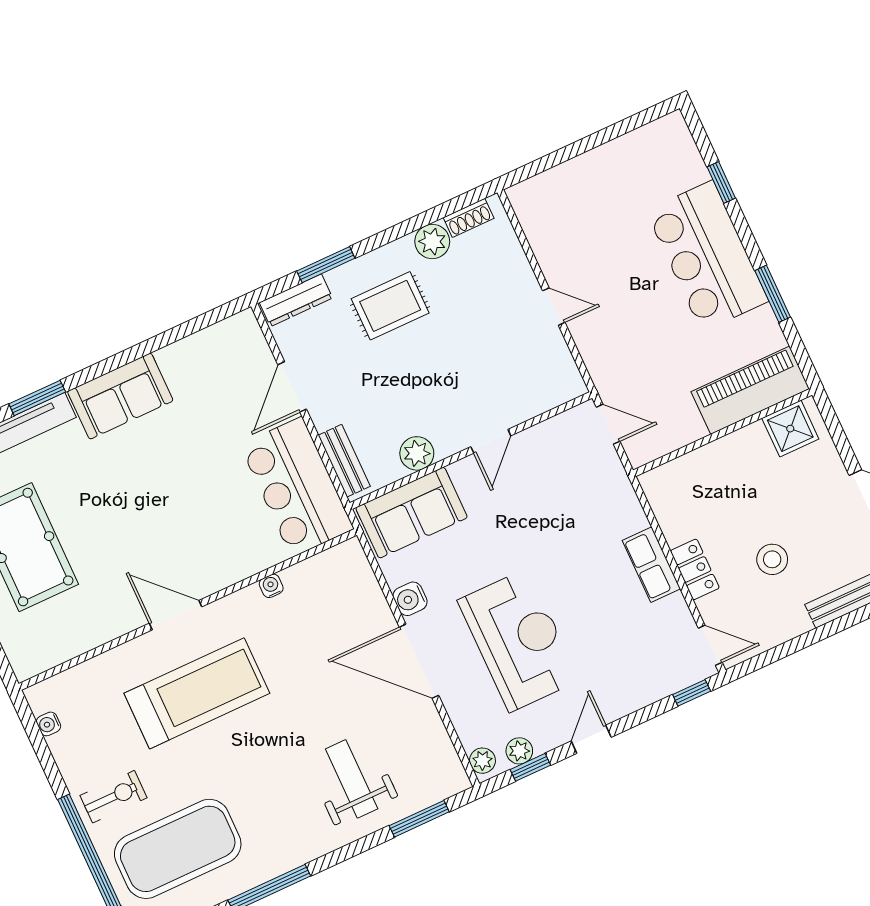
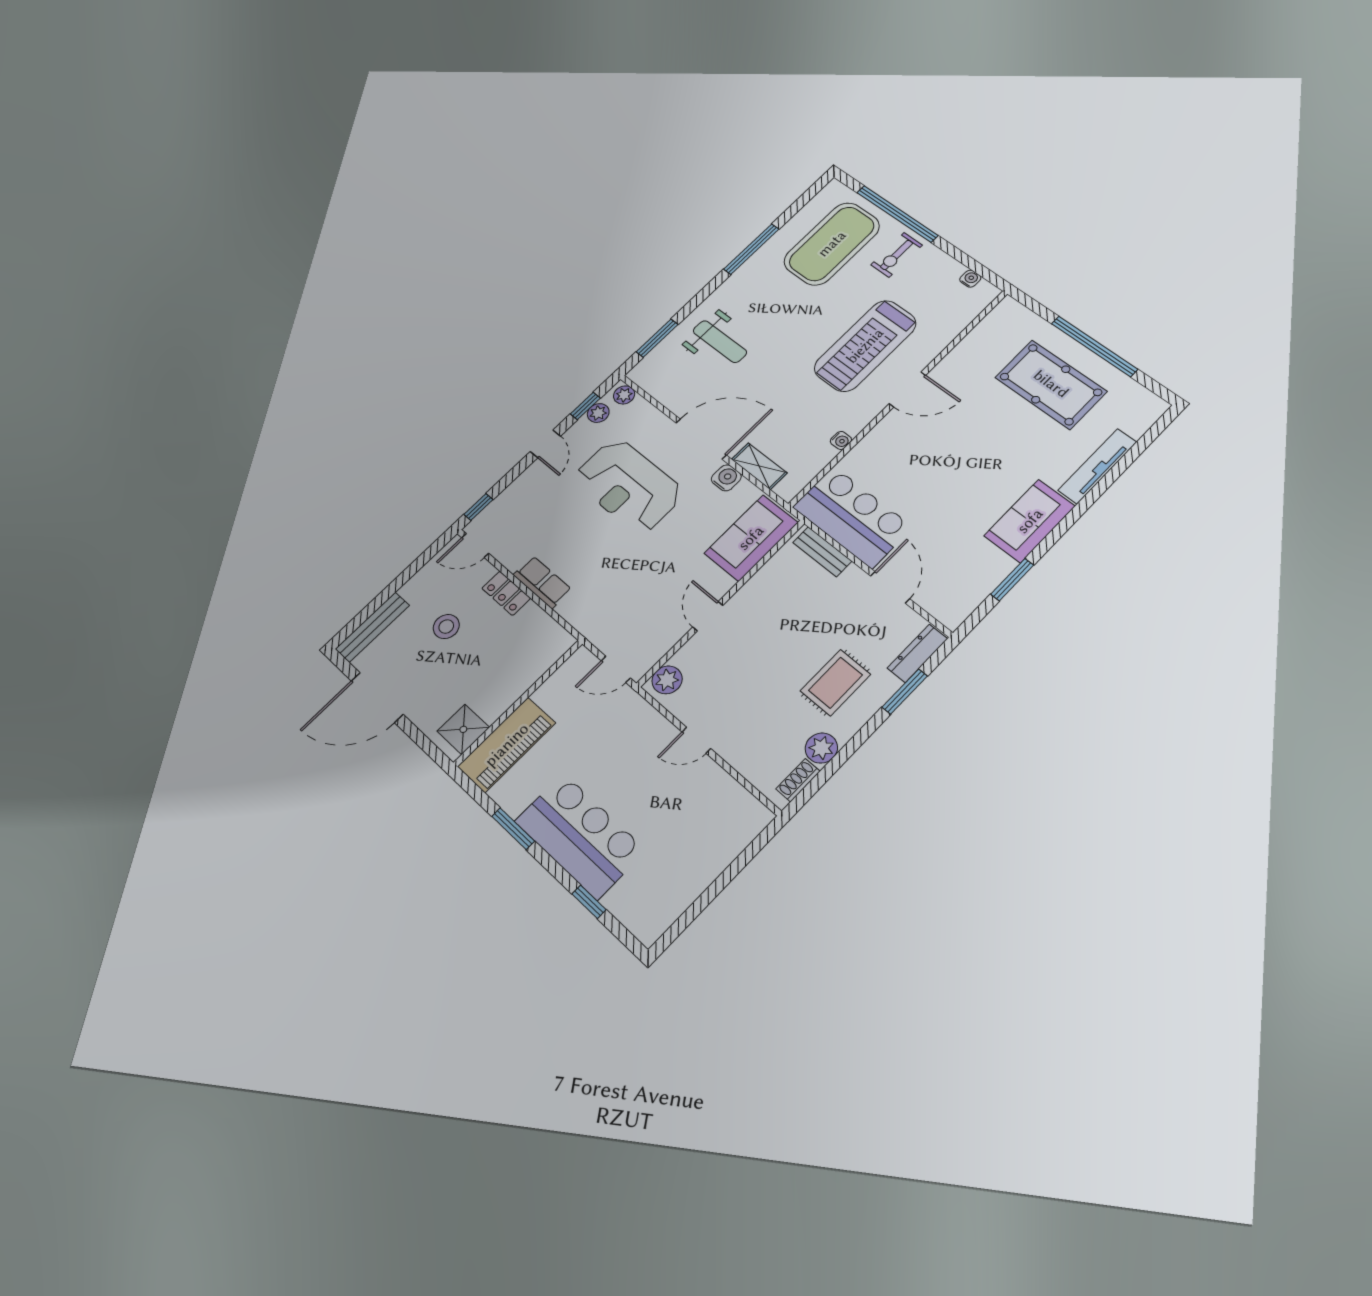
window: (37, 398) -> (1012, 580), moved
plant: (417, 453) -> (667, 680), moved
shelving: (370, 596) -> (759, 466), added

